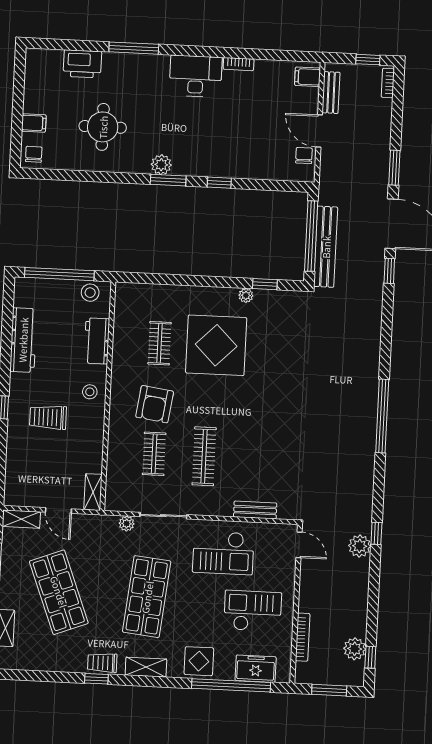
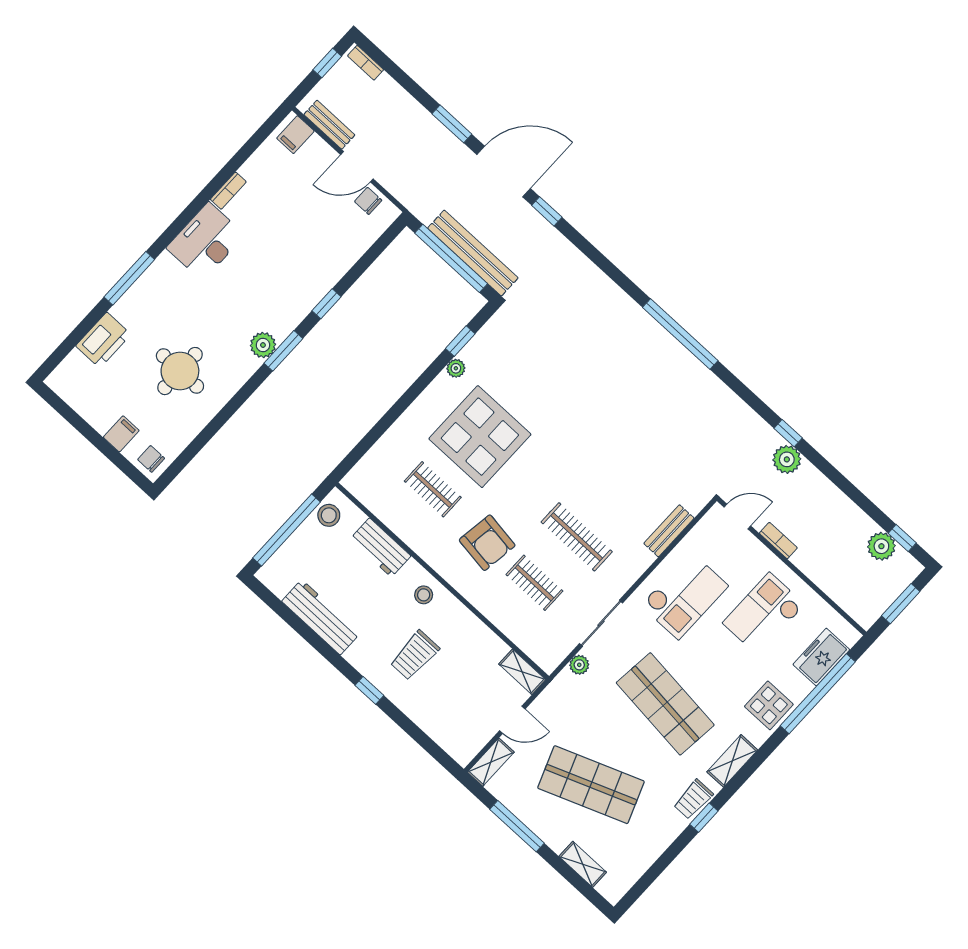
bookcase: (303, 637) -> (778, 541), moved, width x0.64

